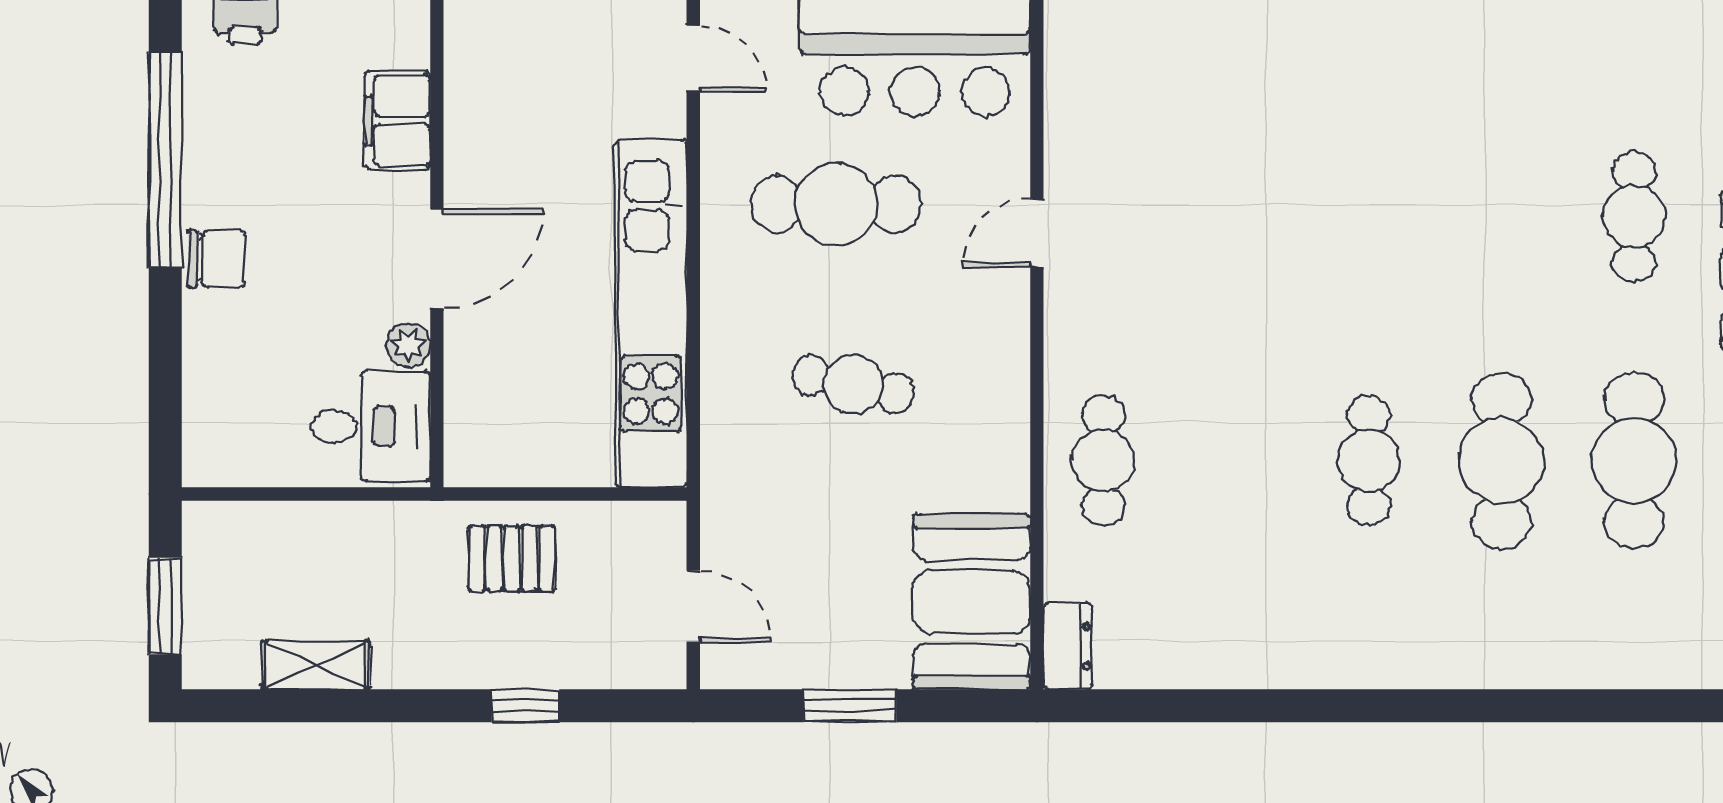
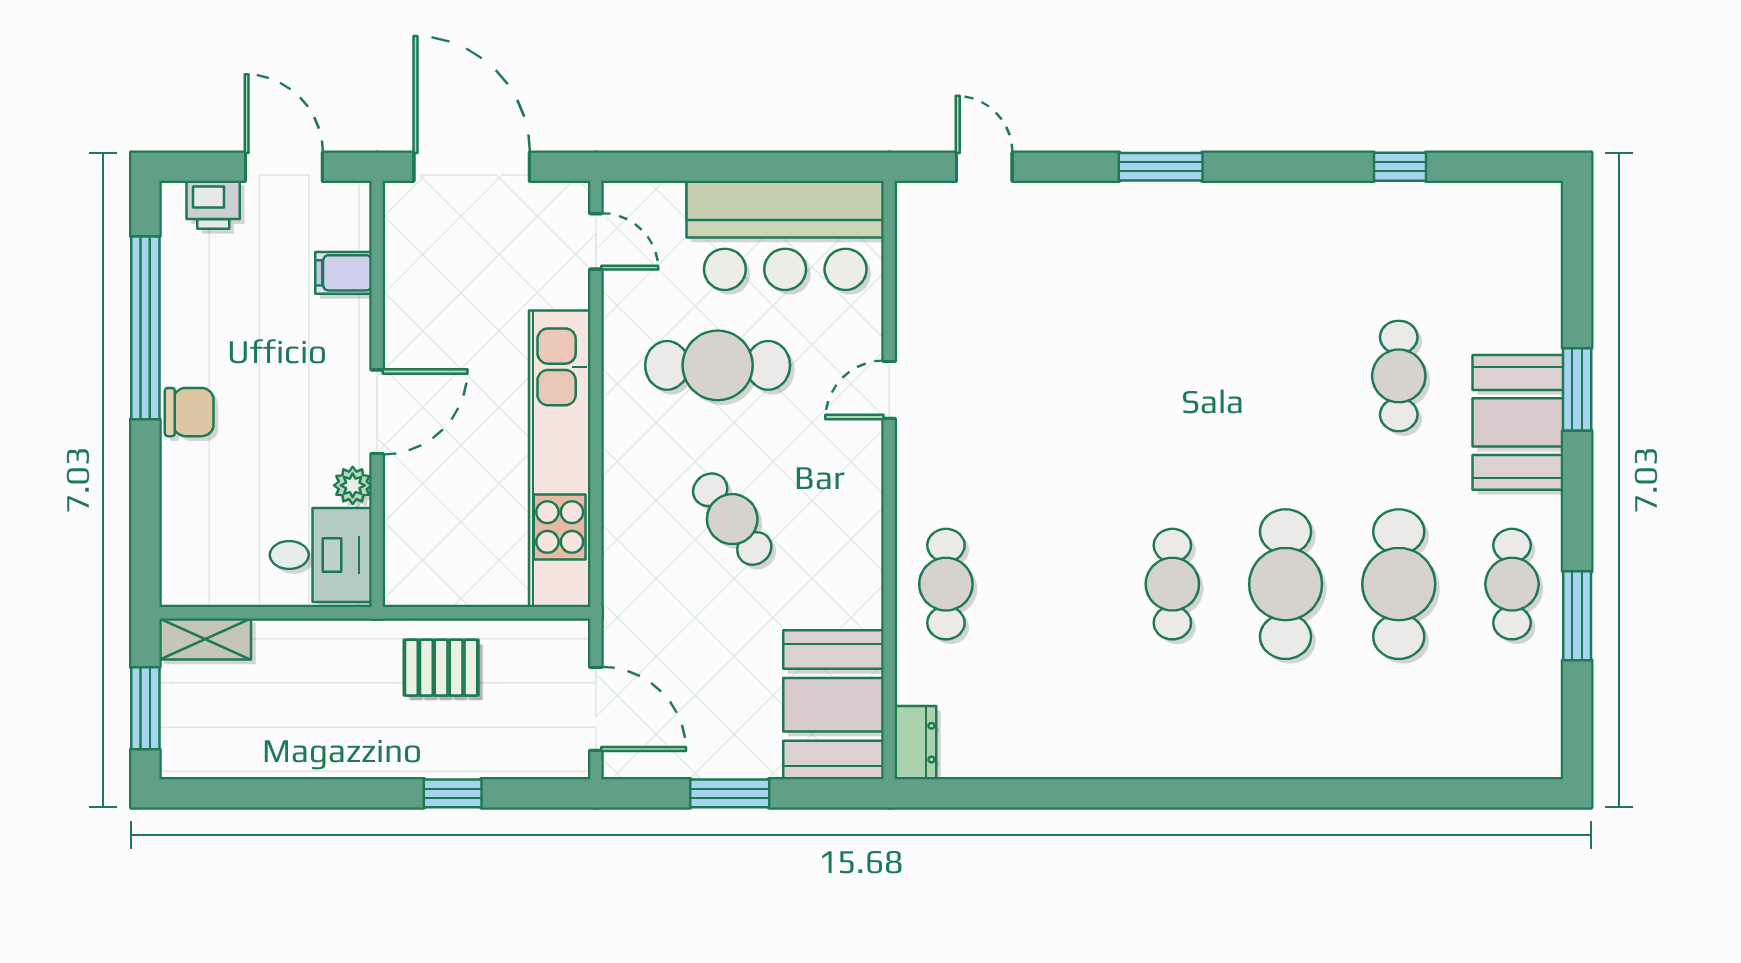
filing cabinet: (397, 120) -> (343, 273), width x0.50
cafe table: (853, 384) -> (732, 519), turned 41
door: (693, 607) -> (596, 709), width x1.38
shelving: (316, 665) -> (205, 639), moved

